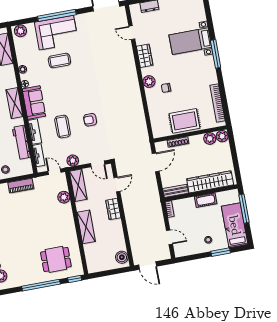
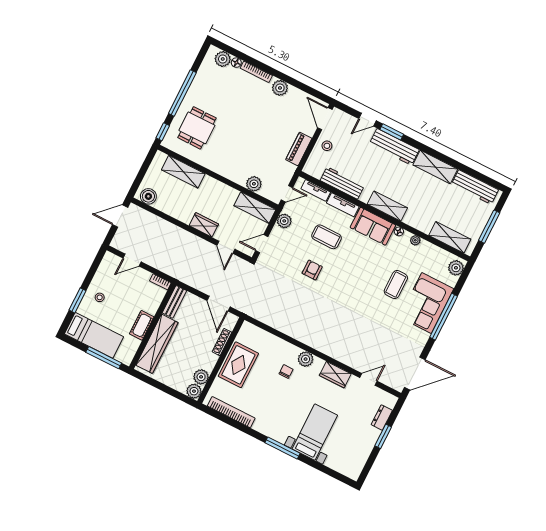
shelving: (86, 227) -> (183, 172), moved

